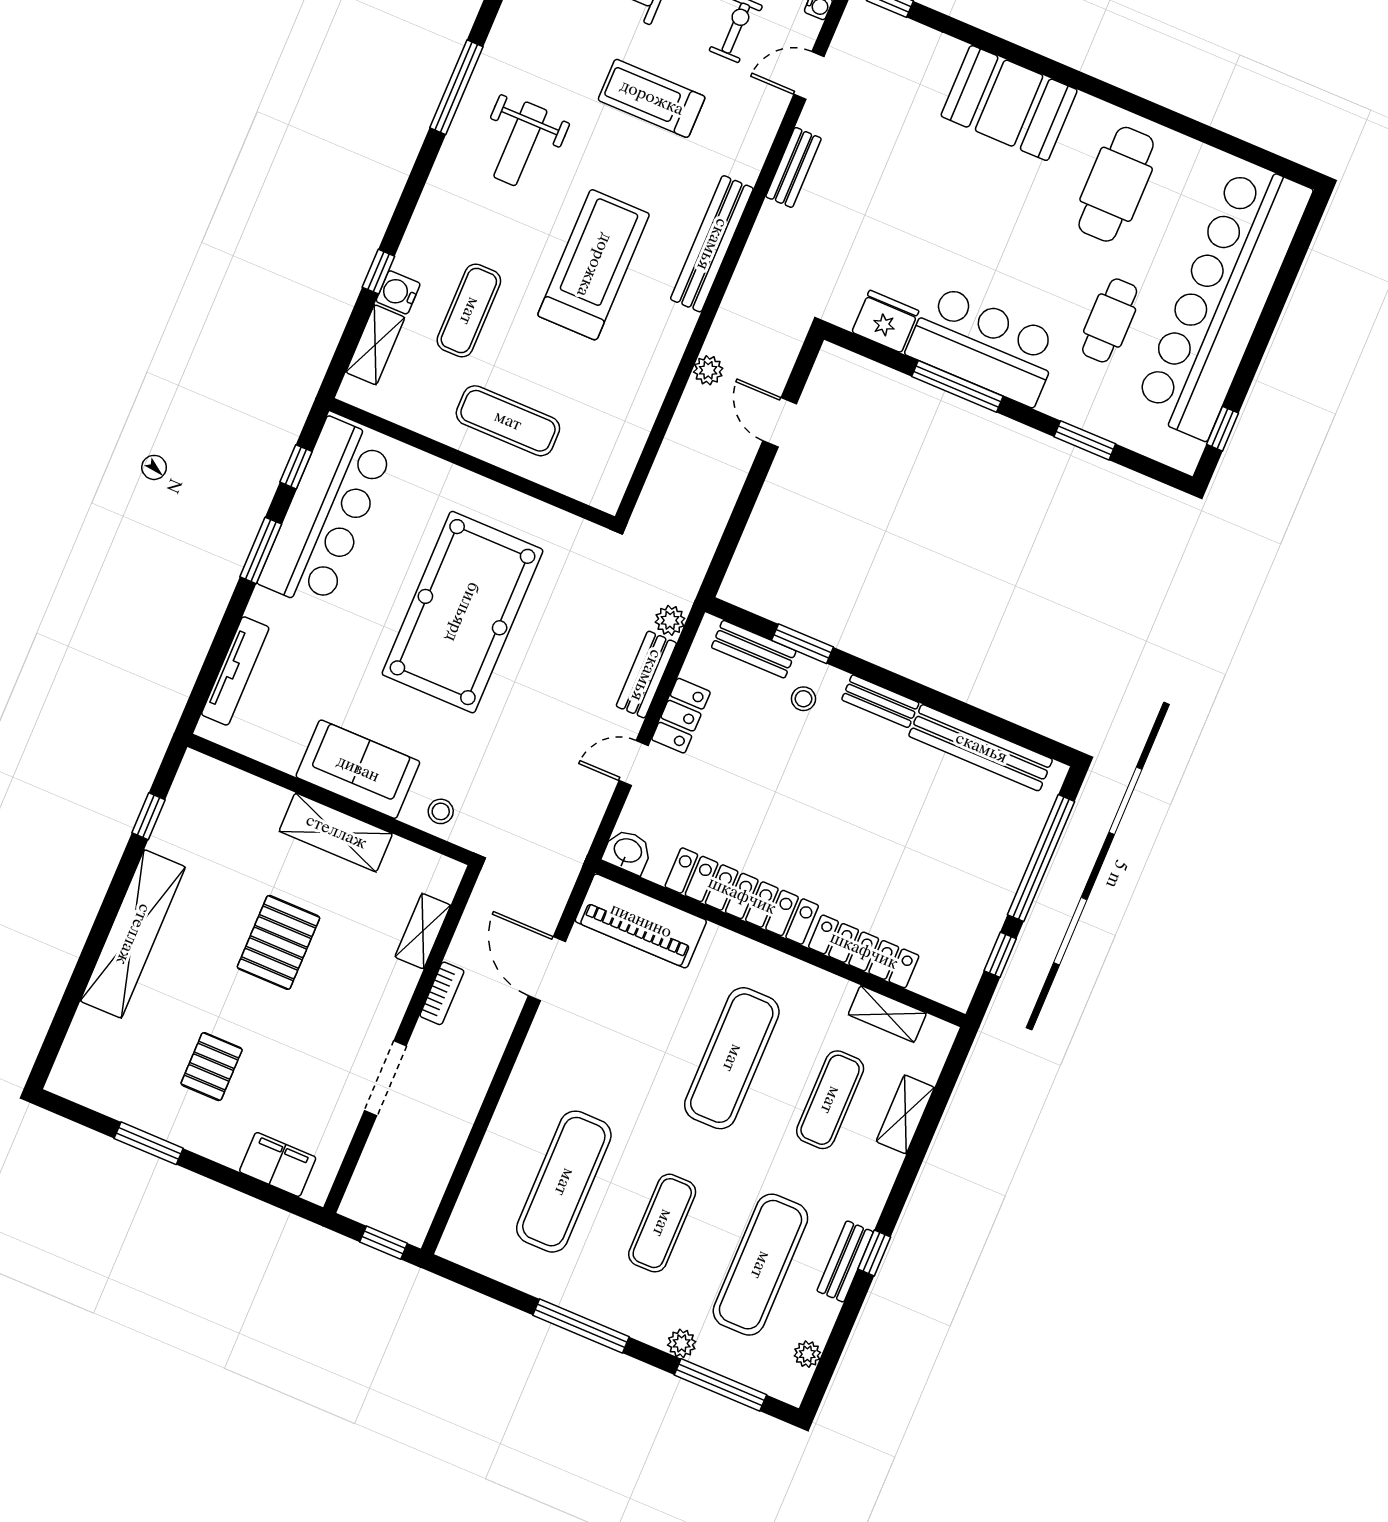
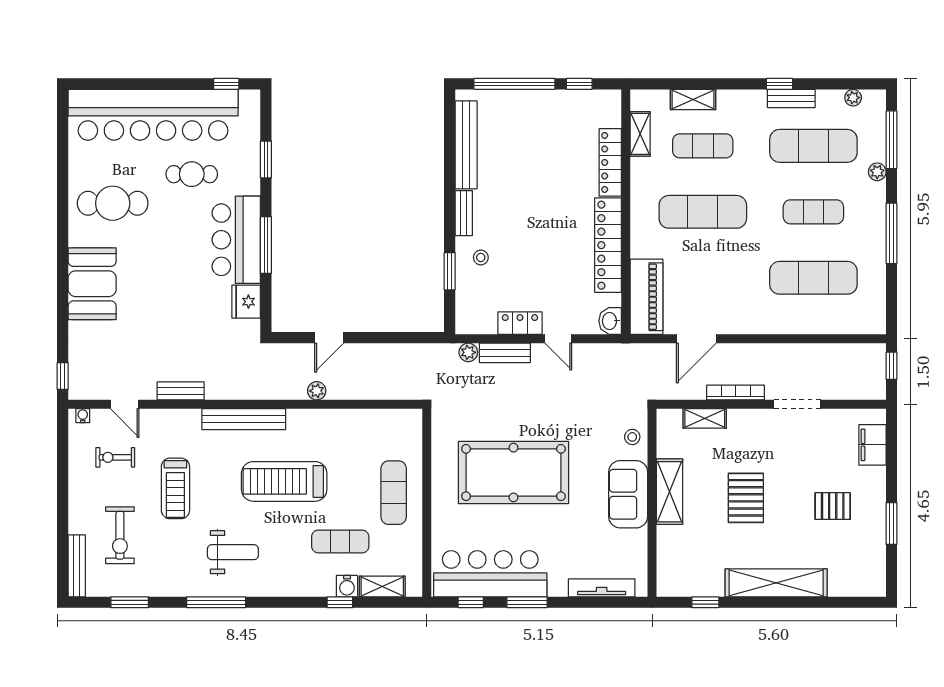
bench: (754, 649) -> (465, 298), removed
pallet: (279, 942) -> (746, 498), turned 90
bookcase: (442, 993) -> (736, 393), width x1.56

